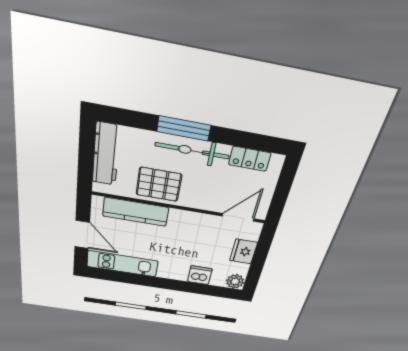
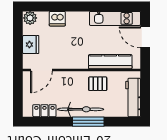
pallet: (159, 184) -> (98, 84), width x0.67, depth x0.71

